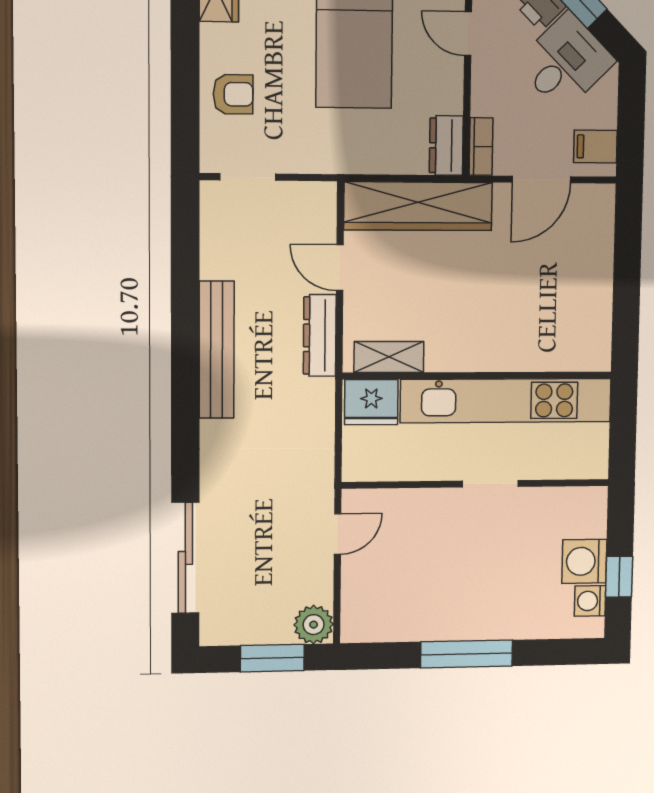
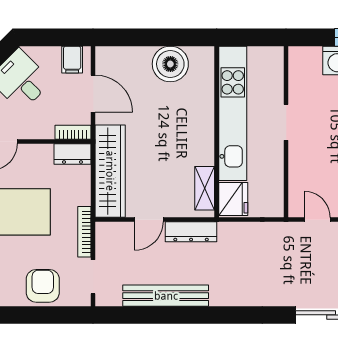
armchair: (233, 94) -> (43, 286), width x1.38, depth x1.38
bookcase: (321, 163) -> (84, 232), added
boiler: (585, 302) -> (170, 64), added
bench: (217, 350) -> (166, 296), moved

